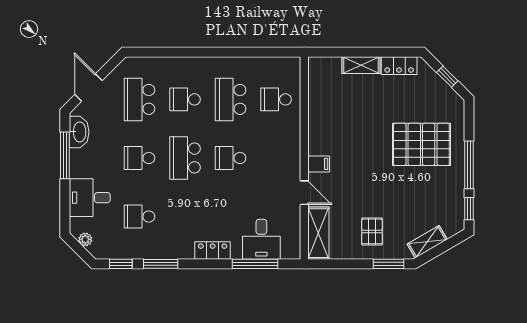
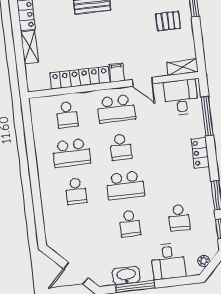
school desk: (139, 99) -> (116, 109), moved
locker: (318, 120) -> (80, 78), added
washbasin: (79, 132) -> (126, 275), moved
door: (304, 193) -> (142, 82), swing flipped
shelving: (318, 233) -> (183, 67), width x0.67, depth x0.75
desk: (261, 239) -> (181, 97), moved, turned -90

